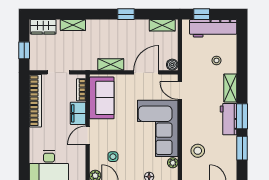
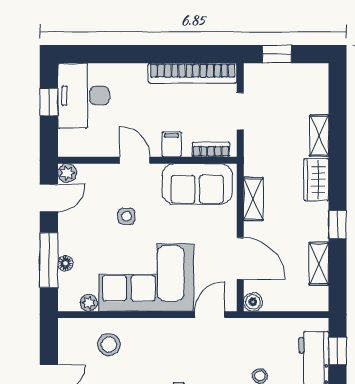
shelving: (162, 25) -> (319, 264), moved
wardrobe: (43, 27) -> (316, 180), moved
filing cabinet: (78, 113) -> (171, 144), width x0.50
side table: (113, 157) -> (127, 216), moved

